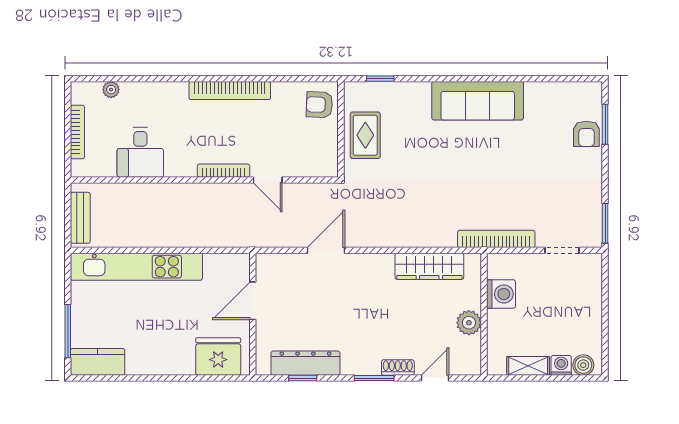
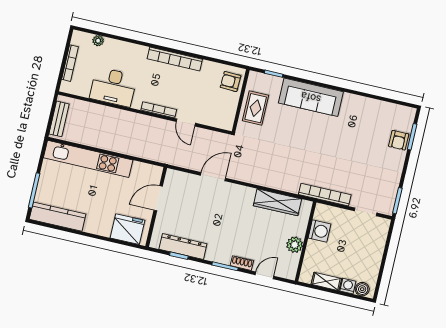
sofa: (478, 101) -> (311, 97), moved
desk: (140, 152) -> (113, 87), width x1.37
kitchen counter: (98, 362) -> (58, 217), width x1.50

